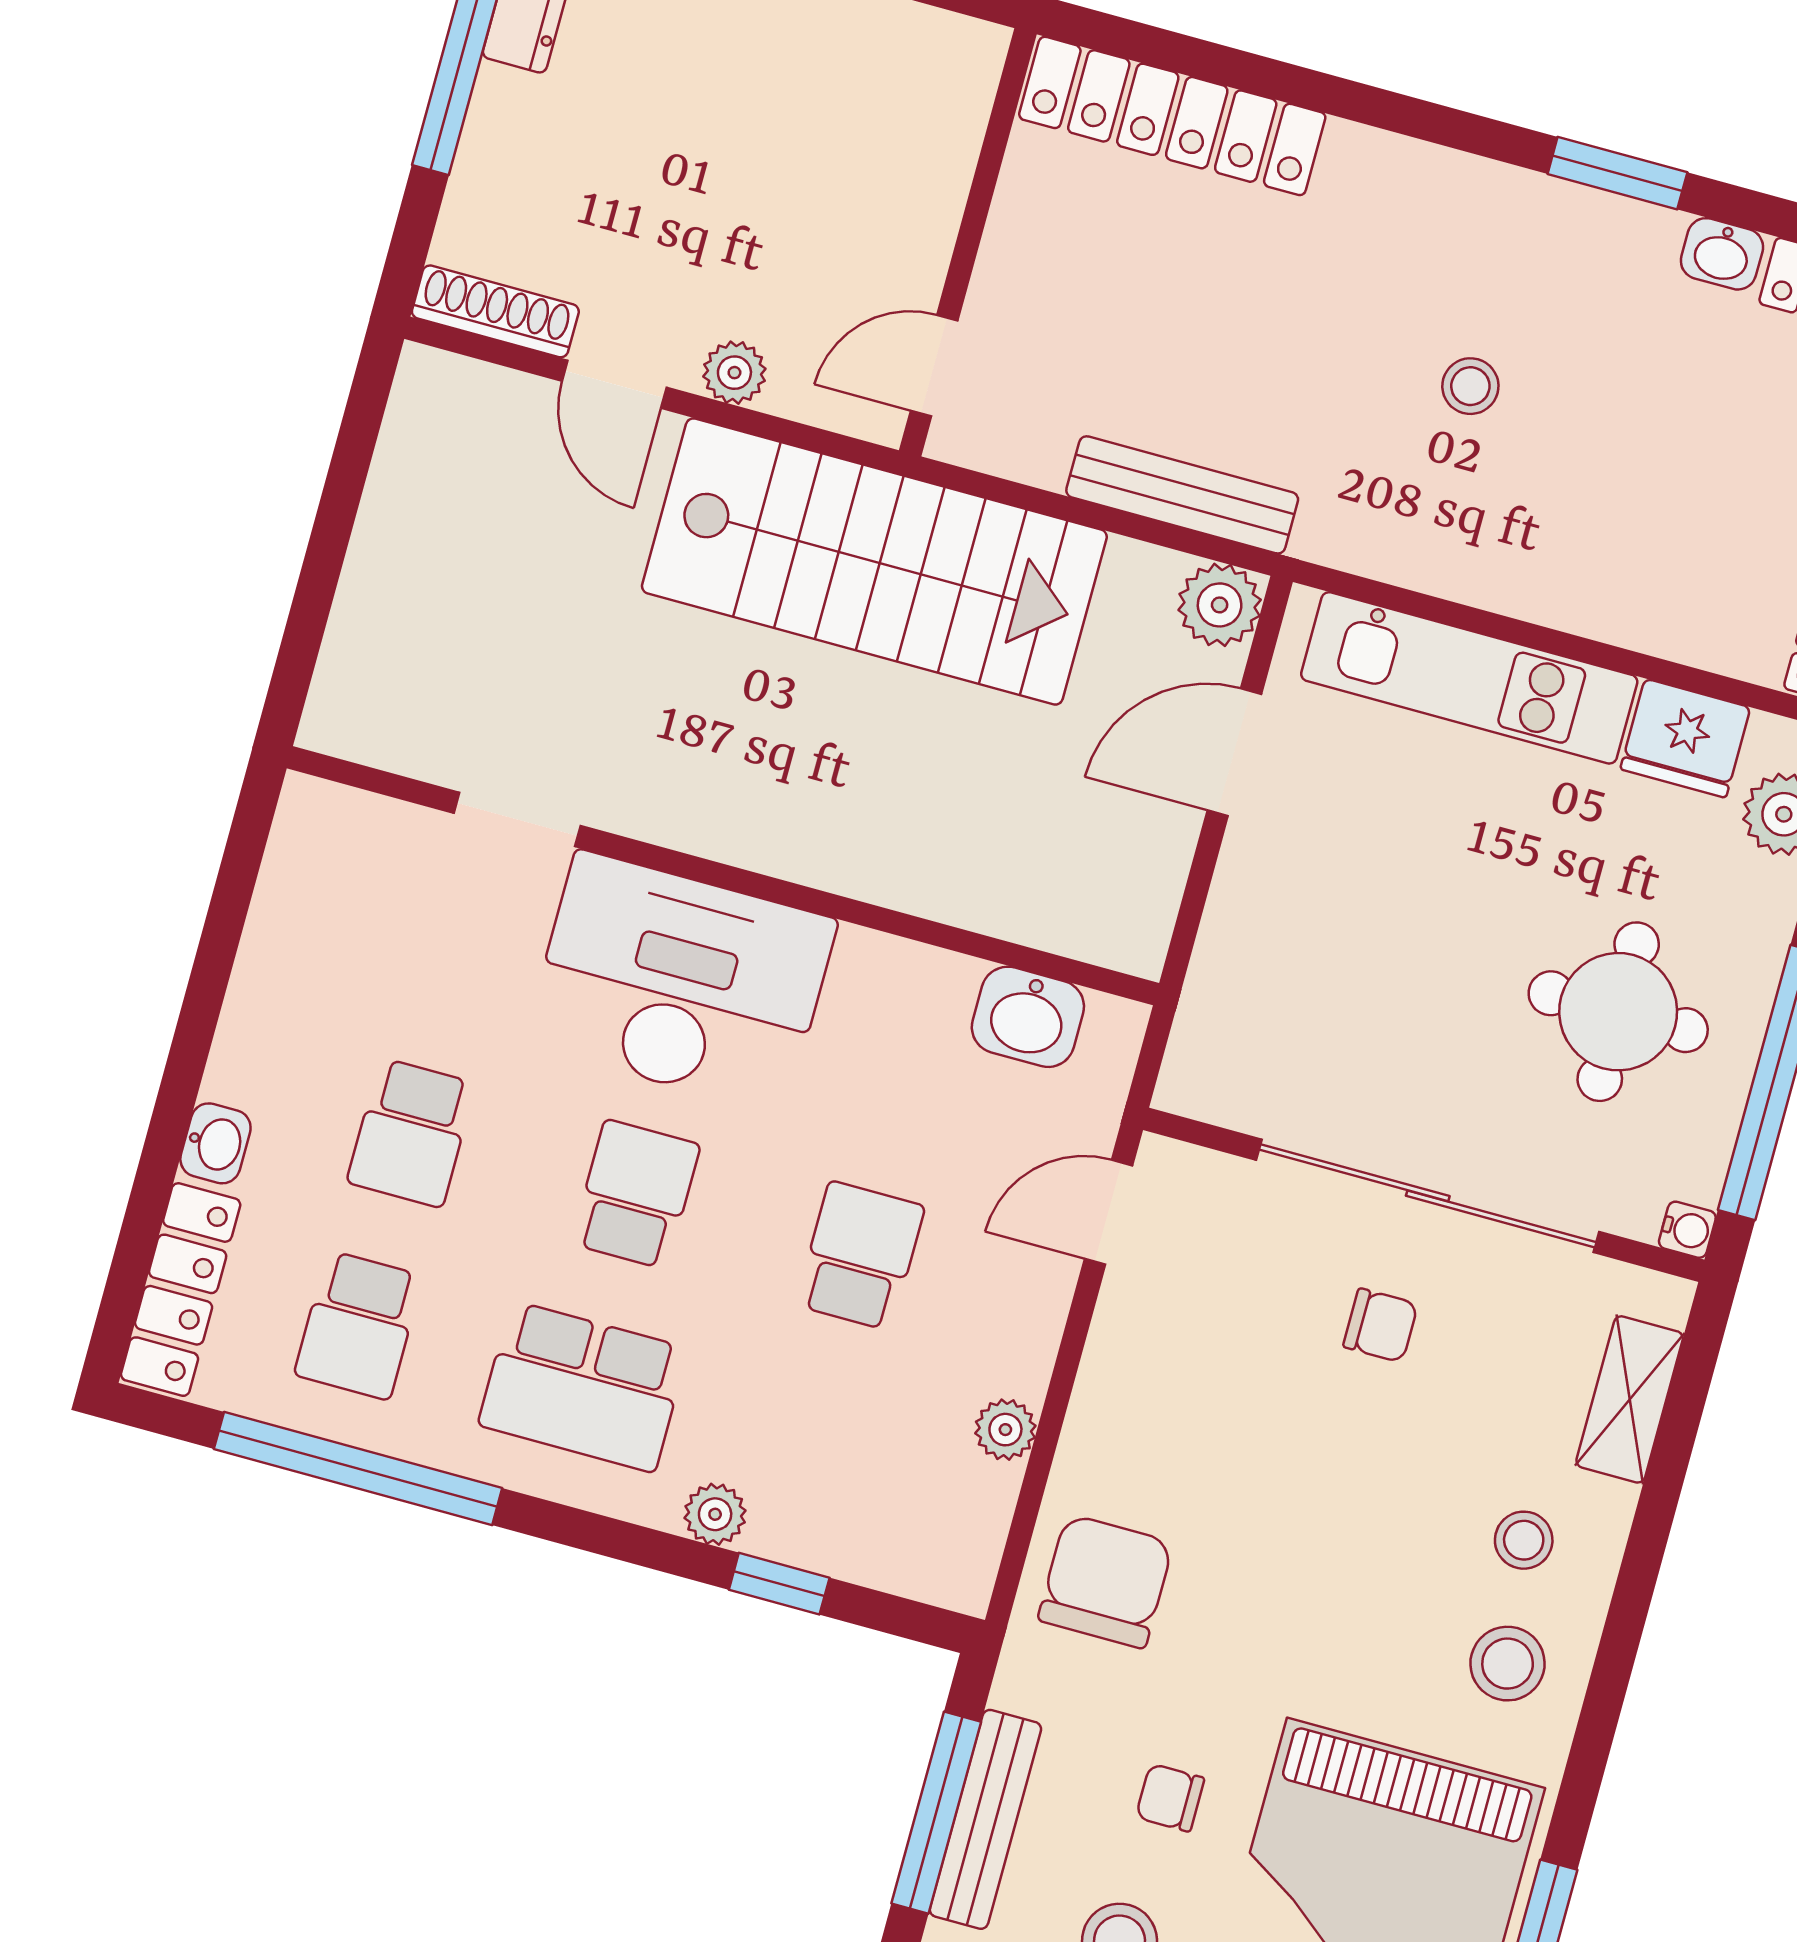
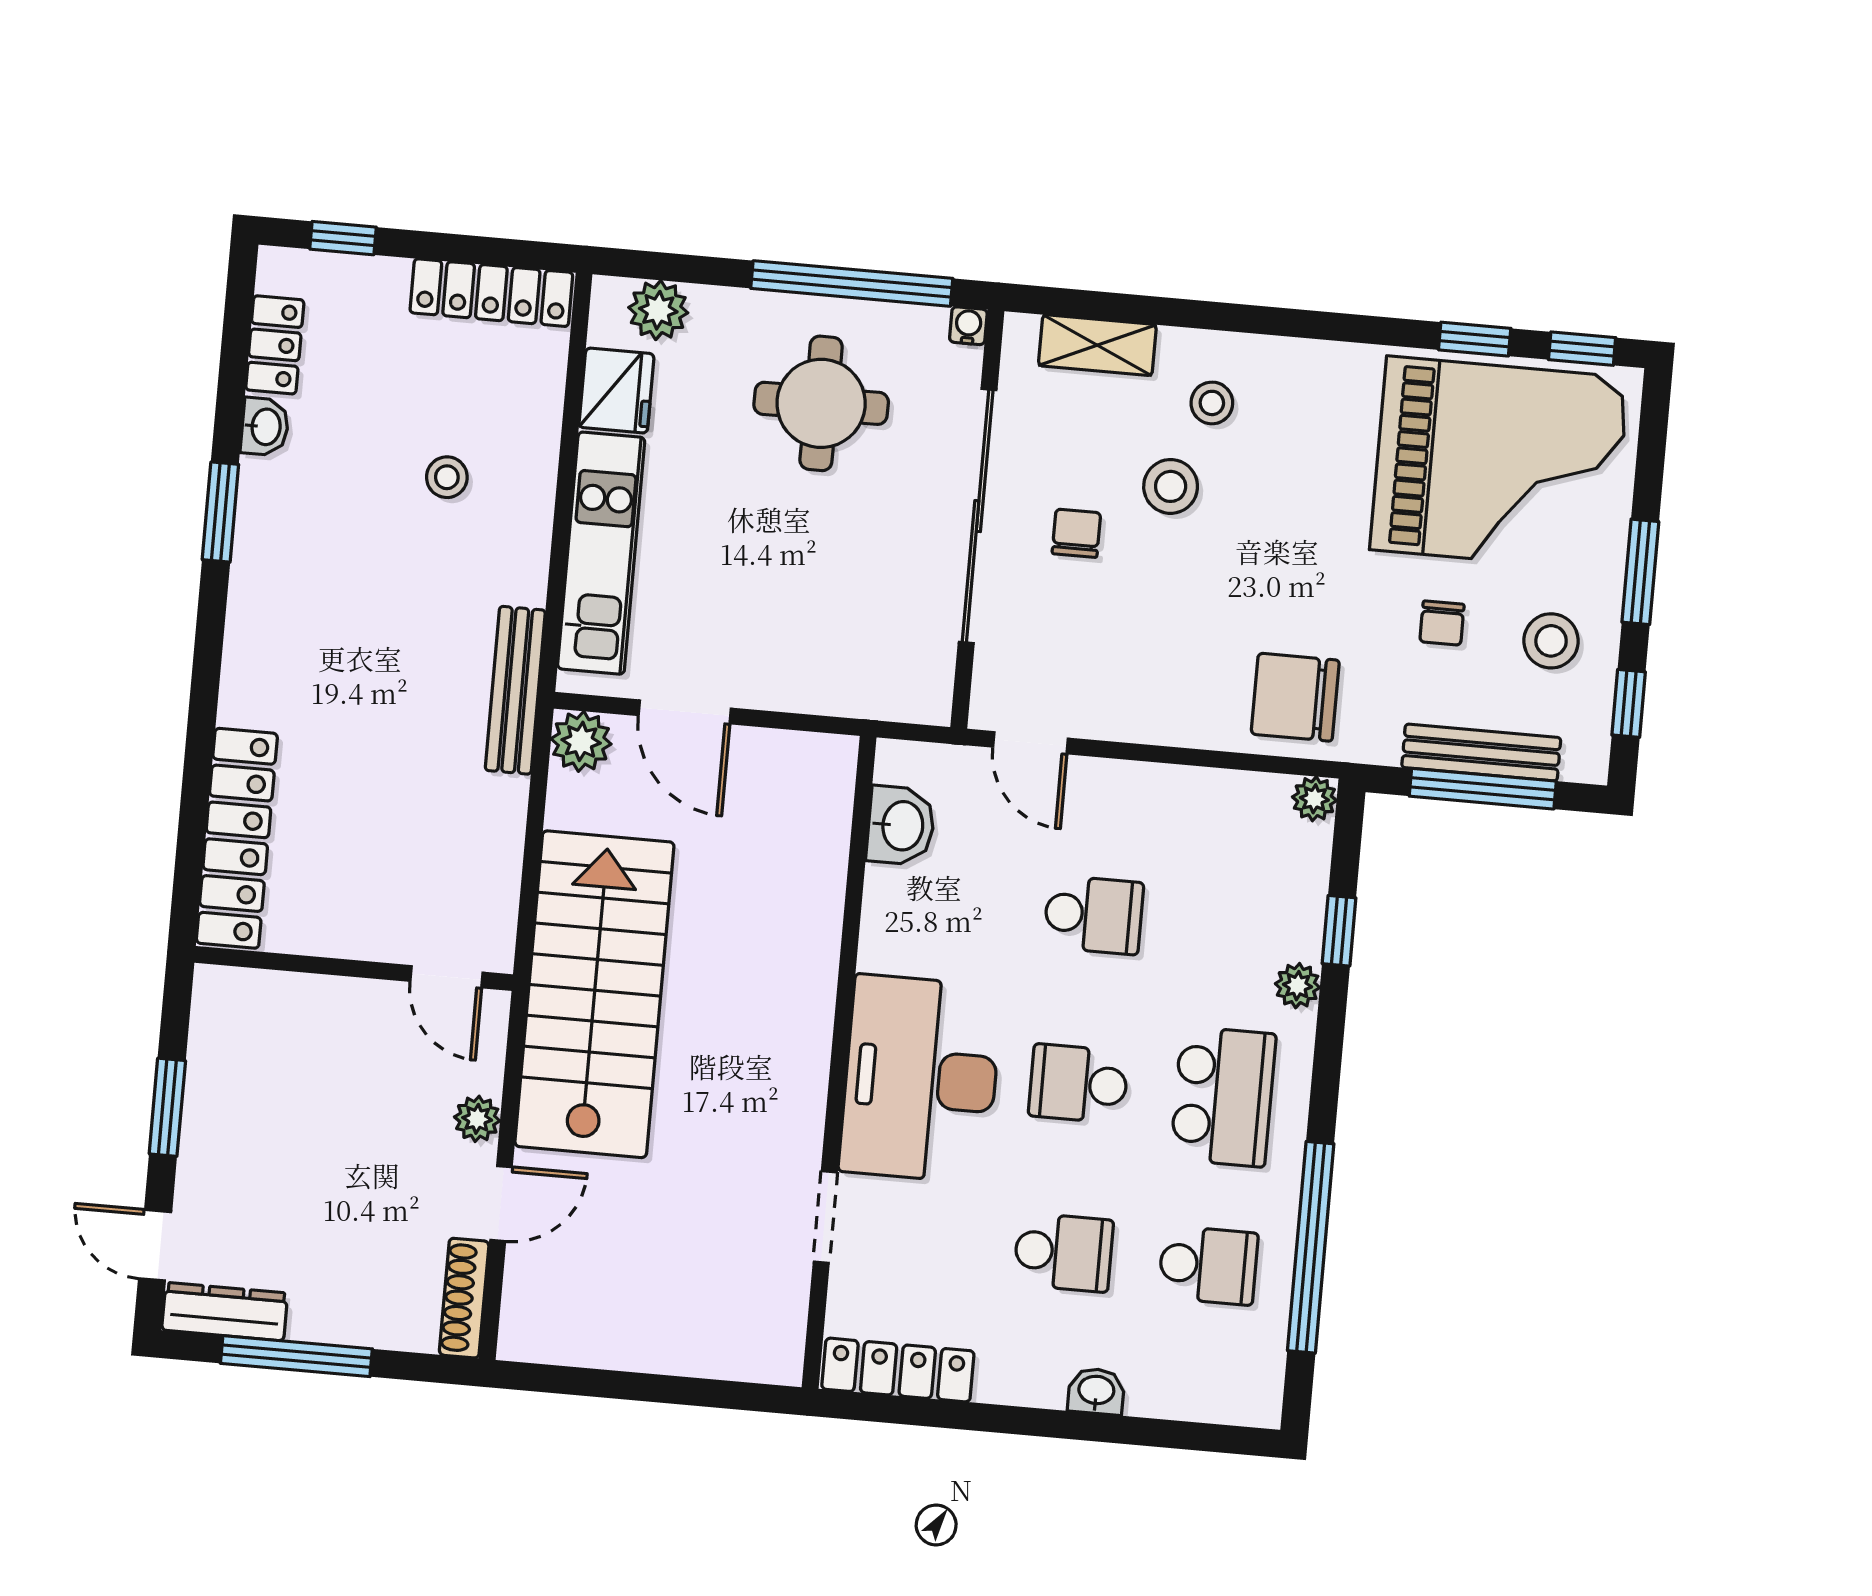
stool: (1470, 386) -> (447, 477), moved
bench: (1182, 495) -> (515, 690), moved
school desk: (860, 1256) -> (1094, 915), turned 180
locker: (181, 1290) -> (898, 1370), moved
plant: (1005, 1430) -> (1314, 799), moved
stool: (1508, 1664) -> (1171, 486), moved

